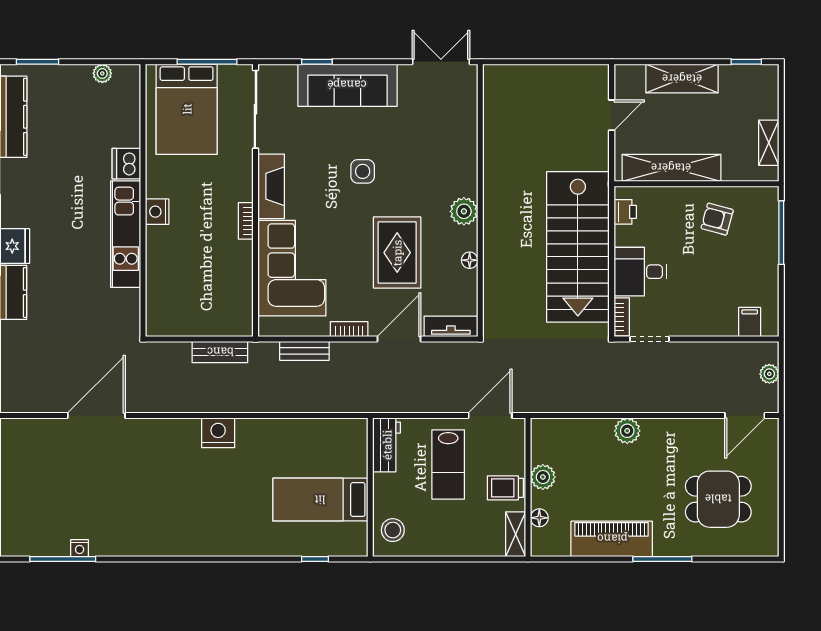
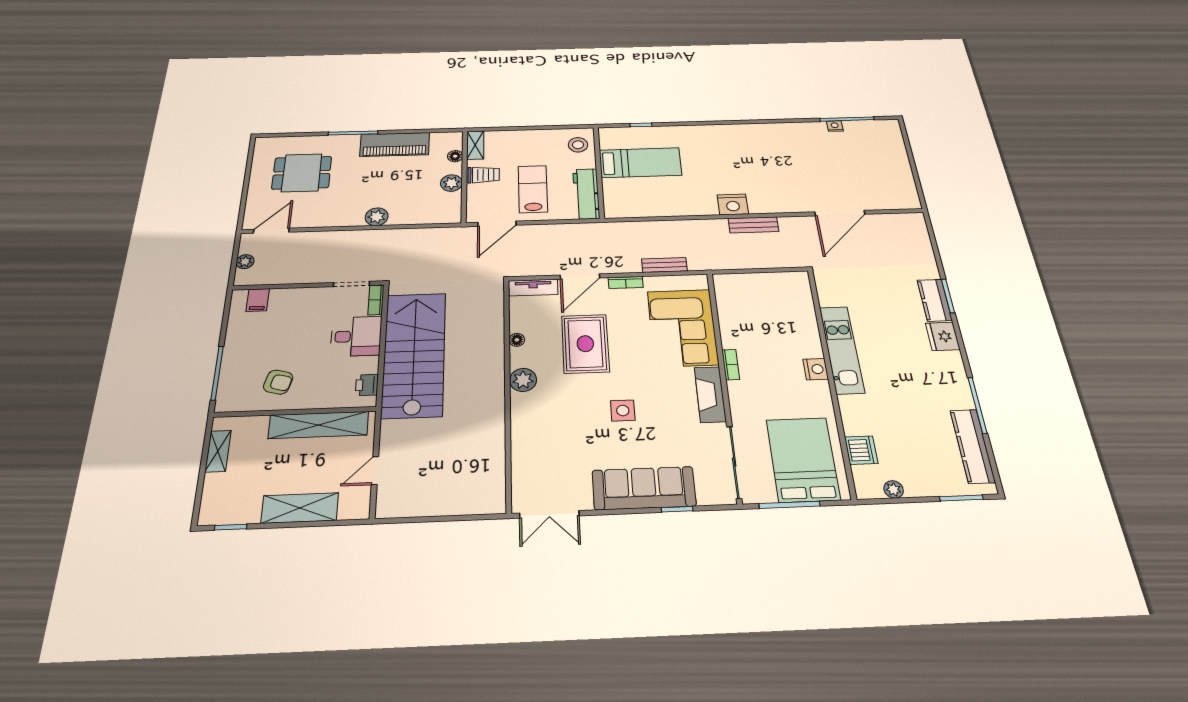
dishwasher: (126, 164) -> (861, 450), moved
bench: (220, 352) -> (753, 225), moved
workbench: (387, 445) -> (586, 194), width x1.37

